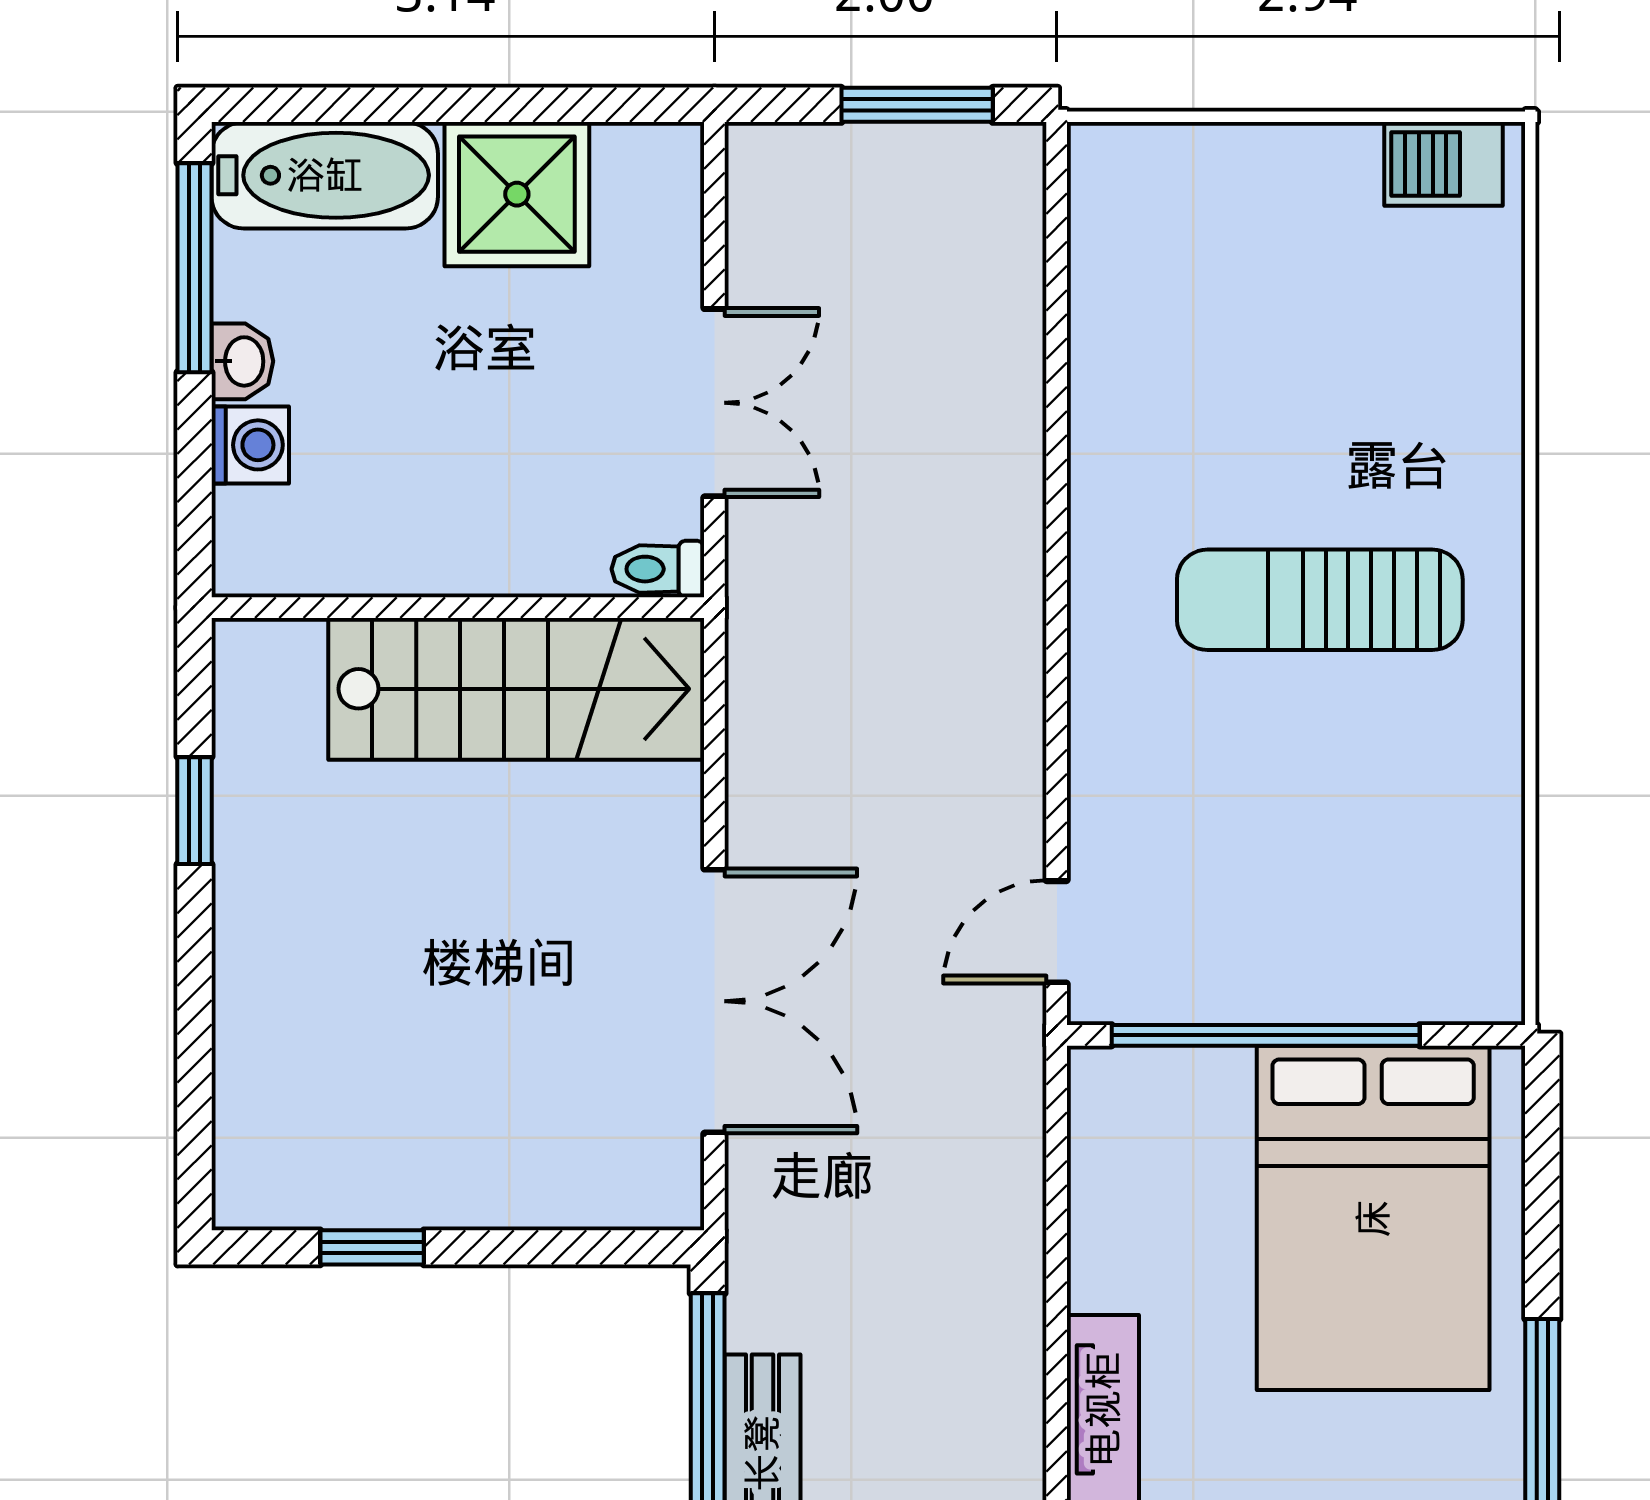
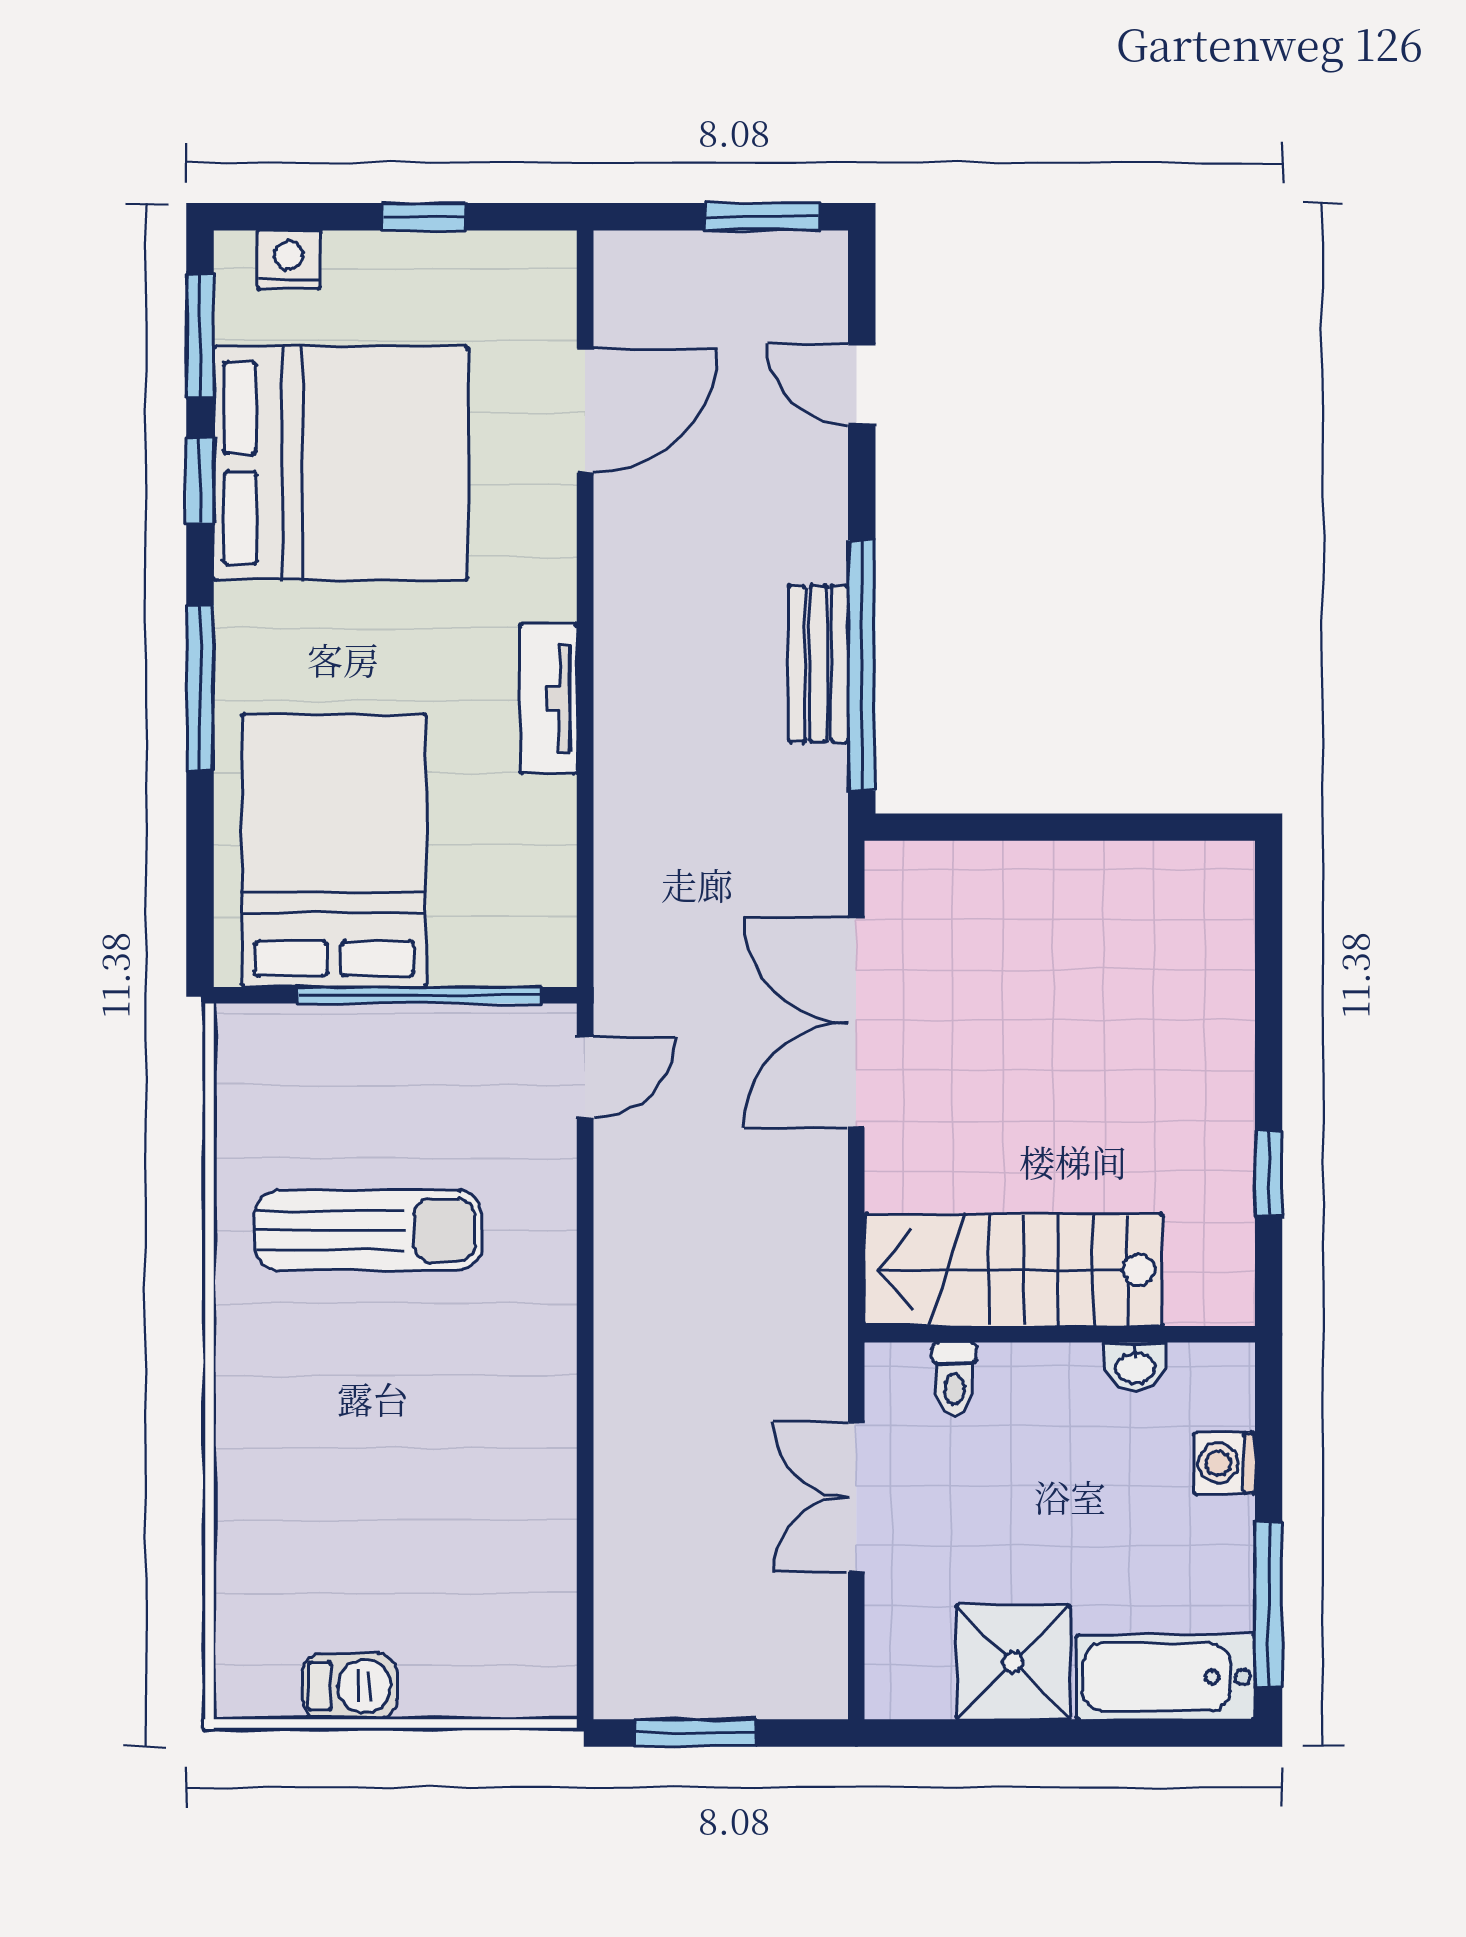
barbecue: (1443, 164) -> (350, 1686), moved
washbasin: (242, 361) -> (1135, 1367), moved, turned -90
toilet: (658, 569) -> (954, 1379), moved, turned 90
sun lounger: (1320, 600) -> (368, 1230), moved
window: (372, 1247) -> (1128, 827), removed

